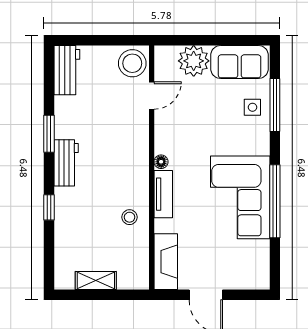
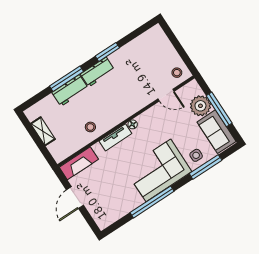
window: (214, 40) -> (219, 109), added
stool: (132, 63) -> (177, 73), width x0.53, depth x0.53
workbench: (67, 70) -> (70, 91), moved
corner sofa: (240, 197) -> (158, 170), moved
window: (49, 207) -> (67, 79), width x2.17

